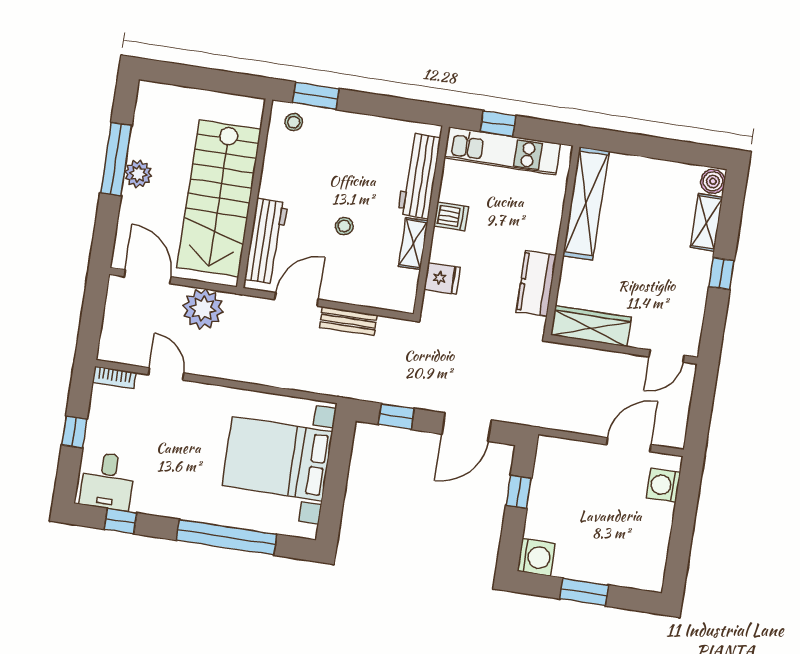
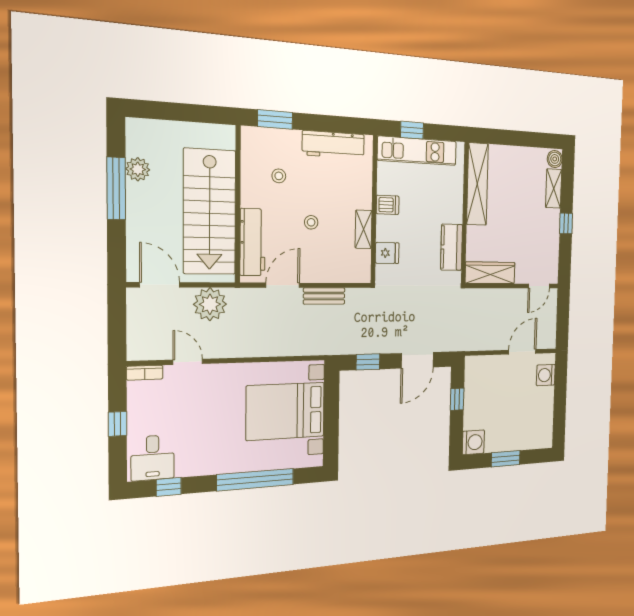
stool: (294, 122) -> (279, 176), moved
plant: (138, 174) -> (138, 169), moved
workbench: (419, 176) -> (333, 145), moved, turned -90

